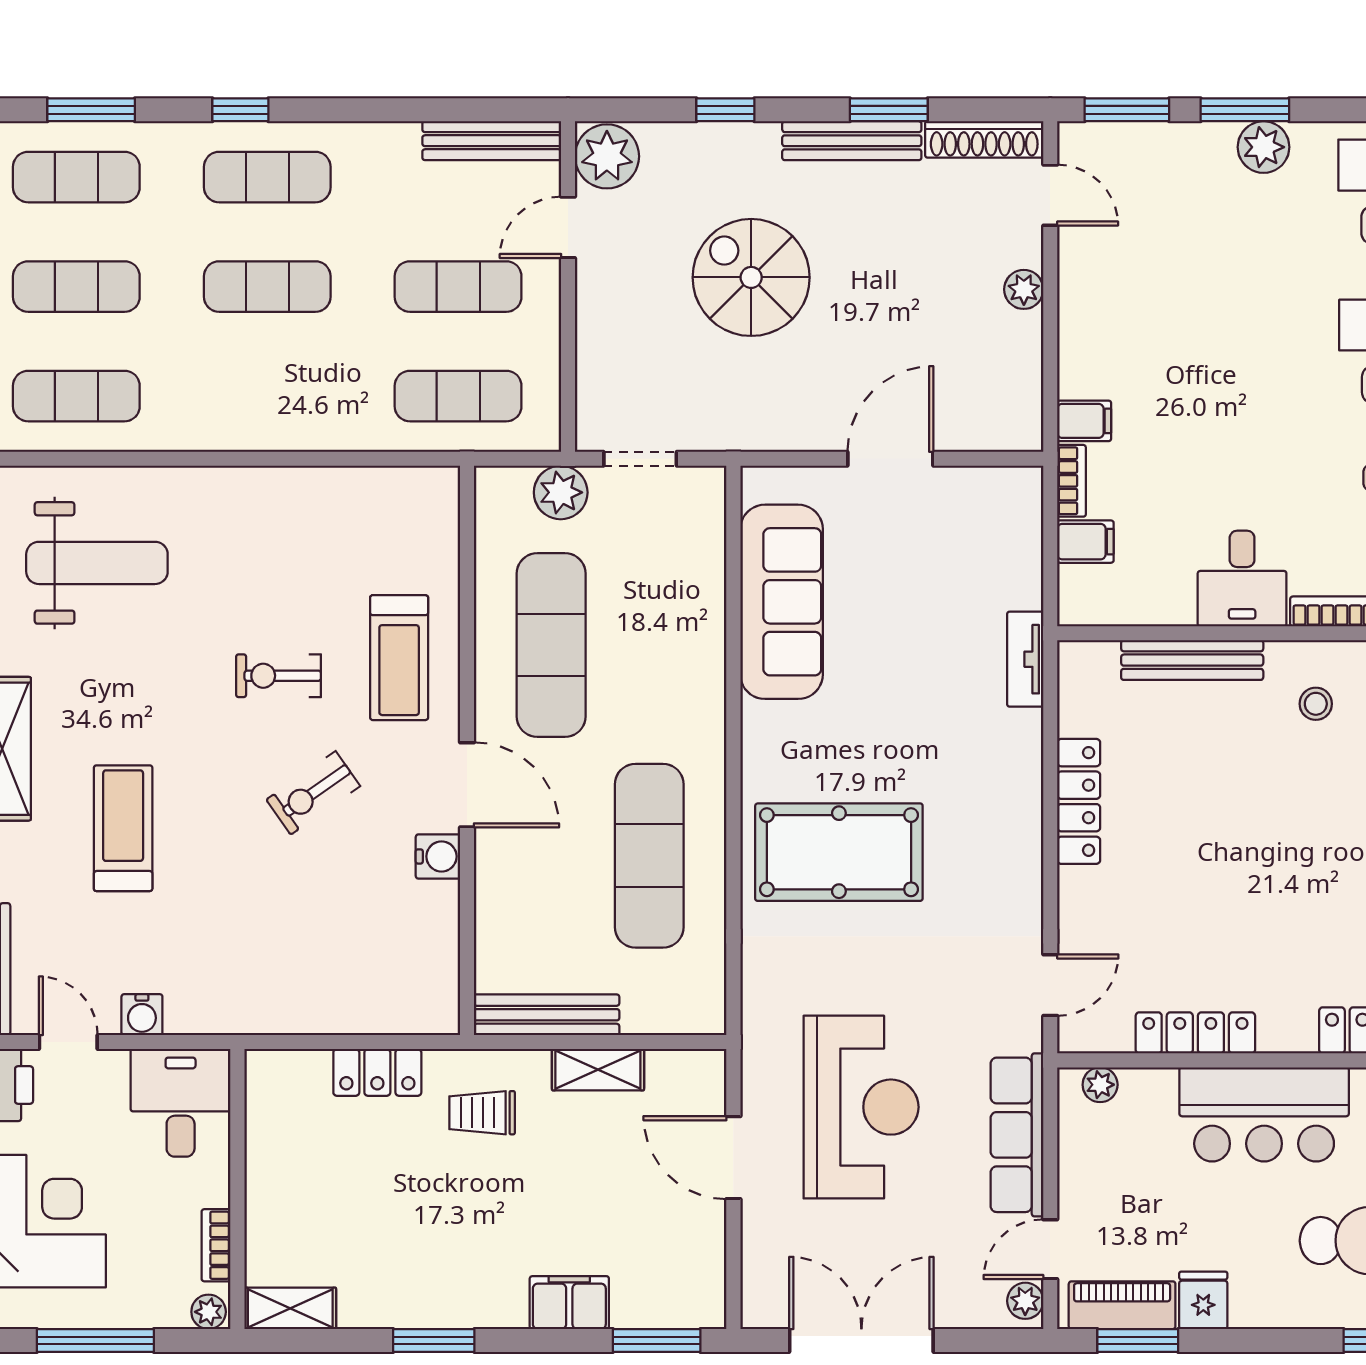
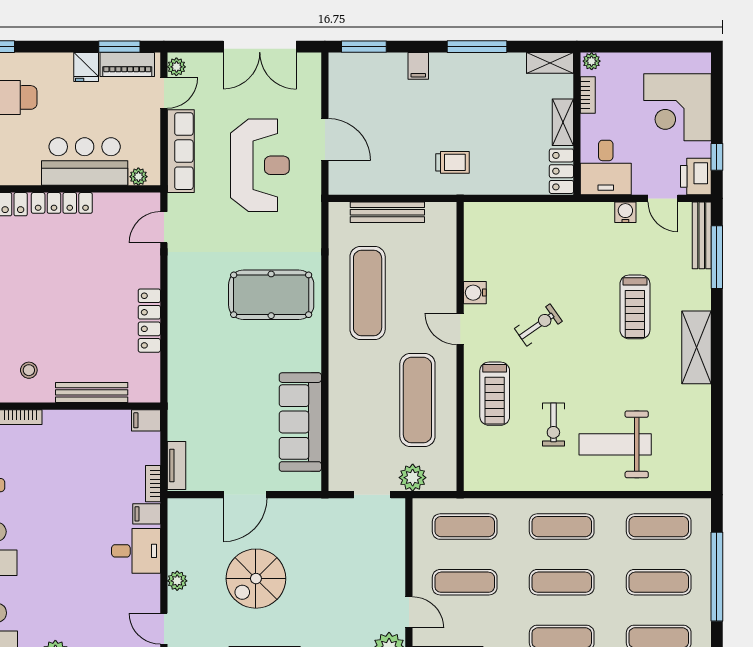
door: (568, 227) -> (409, 612), hinge flipped
spiral stairs: (751, 277) -> (256, 579), moved, turned 90
exercise mat: (267, 396) -> (562, 527), added
filing cabinet: (1085, 542) -> (146, 420), moved
weight bench: (97, 563) -> (615, 444), moved
desk: (1242, 579) -> (136, 551), moved, turned 90
treadmill: (399, 658) -> (495, 394), turned 180
tv unit: (1025, 659) -> (177, 466), moved
exercise bike: (278, 676) -> (553, 425), moved, turned 90
door: (467, 785) -> (460, 329), width x0.73
bench: (547, 1015) -> (387, 212), moved
locker: (1195, 1033) -> (62, 203), moved
shelving: (598, 1070) -> (563, 122), moved, turned 90
locker: (377, 1072) -> (561, 171), moved, turned -90
reception desk: (861, 1107) -> (260, 165), turned 180
bar counter: (1264, 1114) -> (85, 162), moved
filing cabinet: (569, 1303) -> (418, 66), width x0.50
window: (95, 1341) -> (649, 47), removed
window: (434, 1341) -> (477, 47), width x1.44

